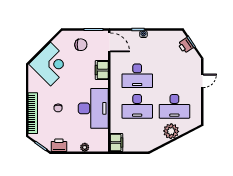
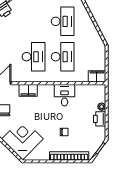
desk: (93, 108) -> (65, 95), width x0.53, depth x0.77
plant: (171, 131) -> (86, 25), removed
printer: (59, 145) -> (100, 119), moved

